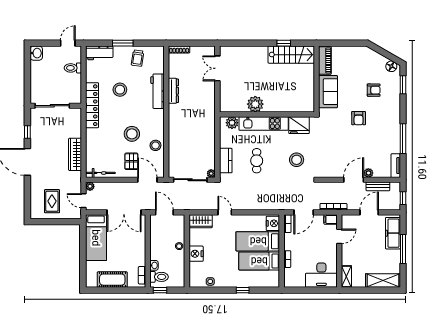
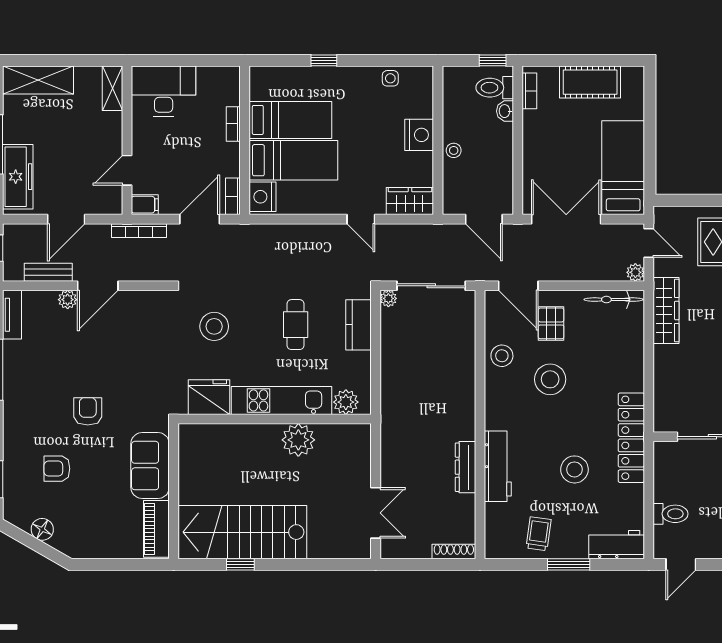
stairs: (291, 55) -> (242, 532), width x1.36, depth x1.51
floor lamp: (391, 66) -> (42, 529), moved
wardrobe: (75, 154) -> (666, 310), moved

